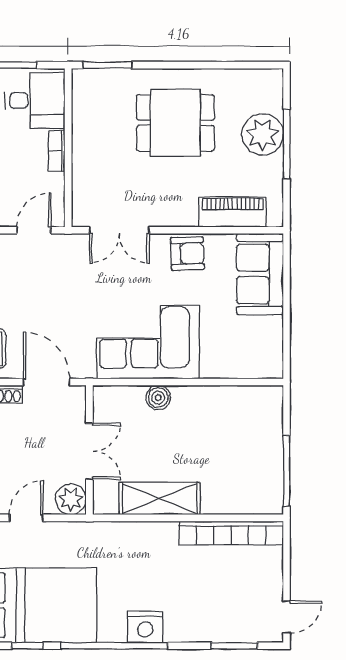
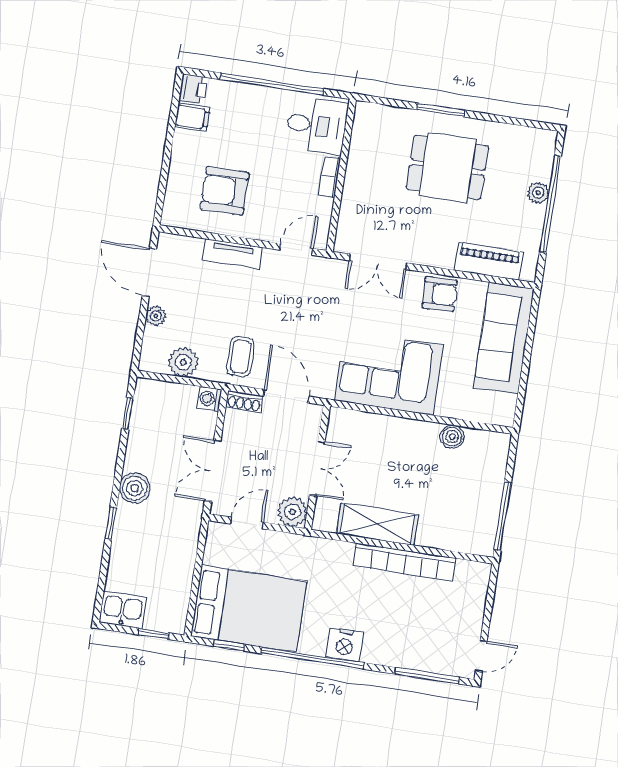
window: (107, 65) -> (441, 110), moved
plant: (263, 134) -> (538, 193), width x0.53, depth x0.53
window: (287, 144) -> (550, 204), width x1.46
sofa: (260, 274) -> (504, 338), width x1.36
boiler: (158, 397) -> (452, 437), moved
bookcase: (231, 533) -> (405, 562), moved
window: (234, 646) -> (427, 676), width x1.44

